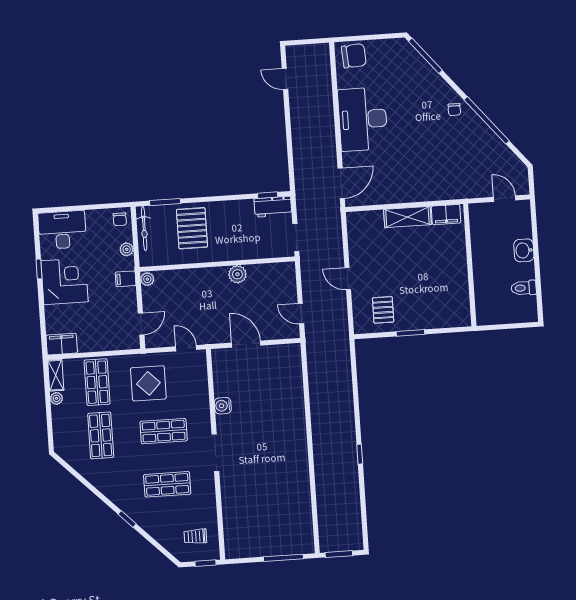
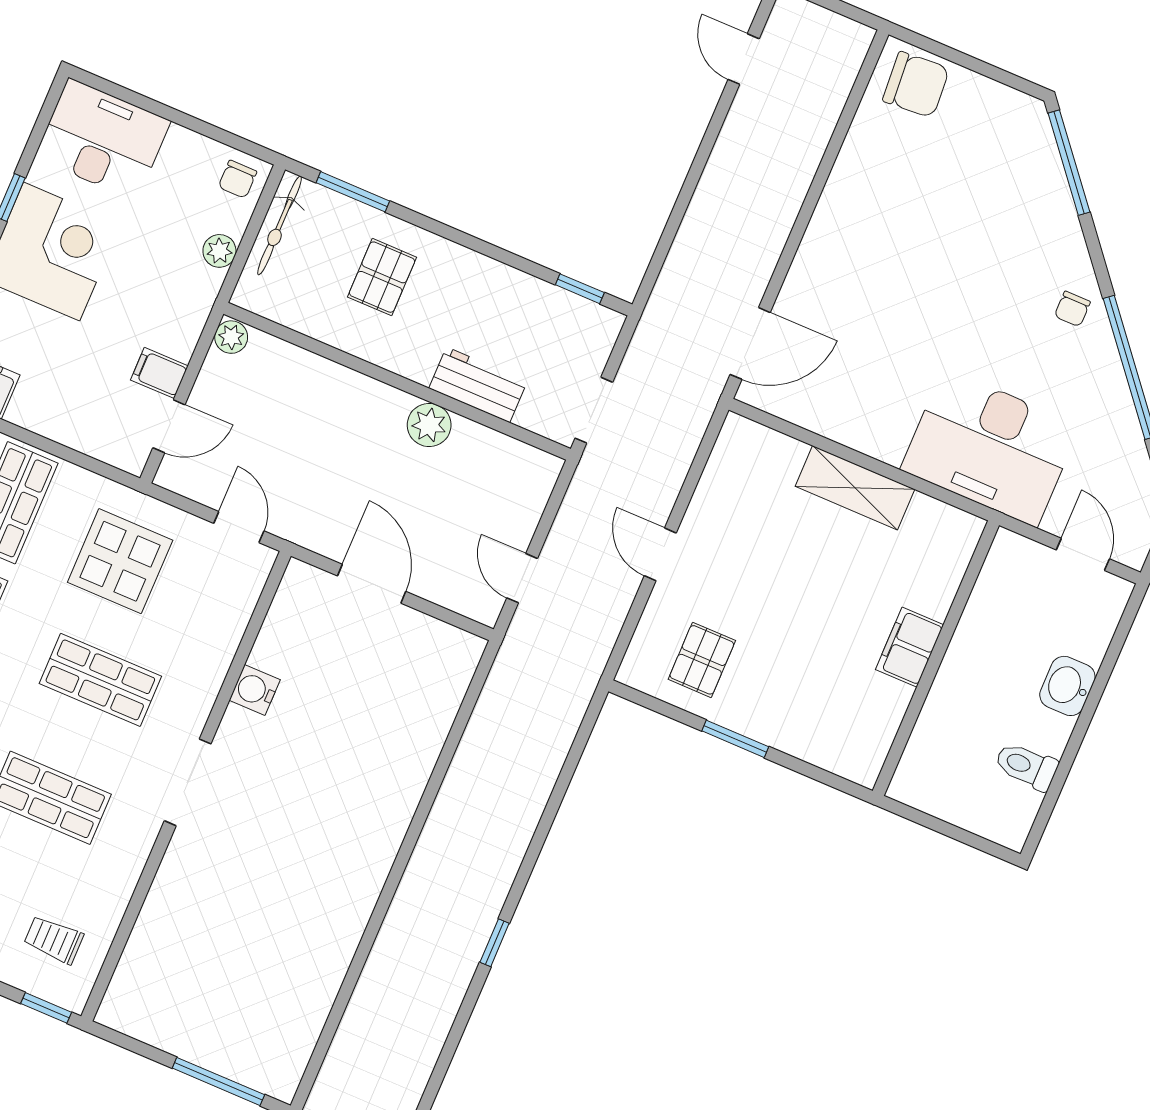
desk: (363, 119) -> (990, 448), moved, turned -90
workbench: (273, 207) -> (478, 385), moved, turned 180
filing cabinet: (446, 215) -> (910, 647), moved, turned 90
pallet: (192, 228) -> (382, 277), width x0.67, depth x0.71
filing cabinet: (126, 279) -> (159, 373), moved

